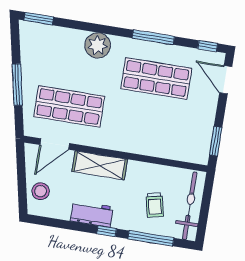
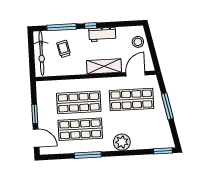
window: (208, 46) -> (52, 157), removed
shop shelf: (150, 119) -> (79, 102), added
window: (216, 141) -> (35, 114), moved

